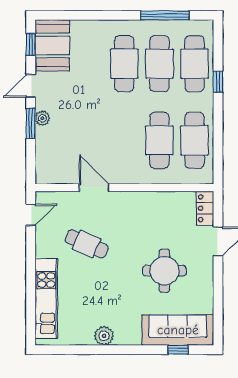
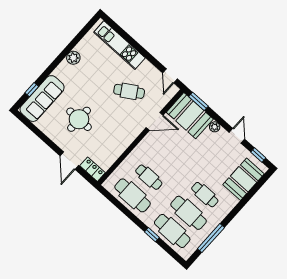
booth: (52, 45) -> (244, 179), moved, turned 90
cafe table: (124, 64) -> (205, 195), width x0.73, depth x0.74
window: (31, 124) -> (198, 101), moved
cafe table: (159, 140) -> (149, 177), width x0.73, depth x0.74
booth: (54, 156) -> (190, 116), added
cafe table: (87, 244) -> (129, 91), turned 34

